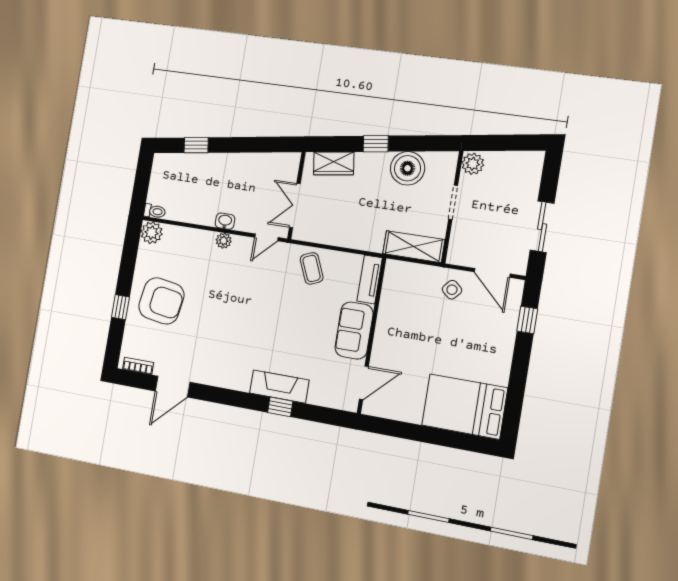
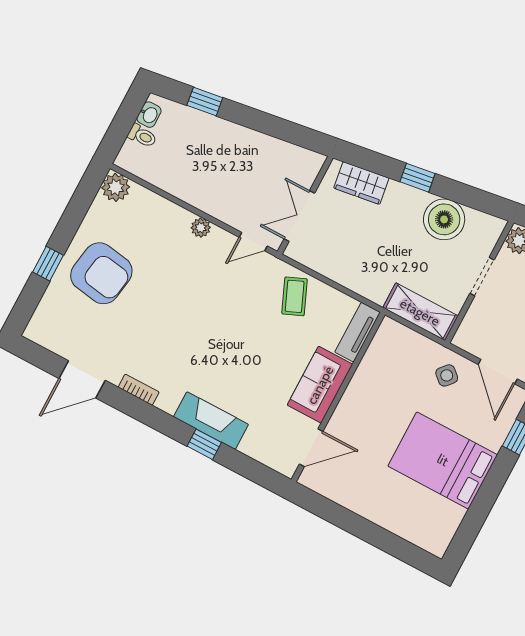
toilet: (155, 211) -> (142, 136), moved
washbasin: (225, 221) -> (149, 115), moved, turned 90
bookcase: (138, 366) -> (139, 390), moved
bed: (465, 406) -> (443, 460), moved

